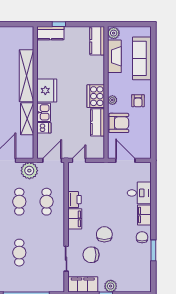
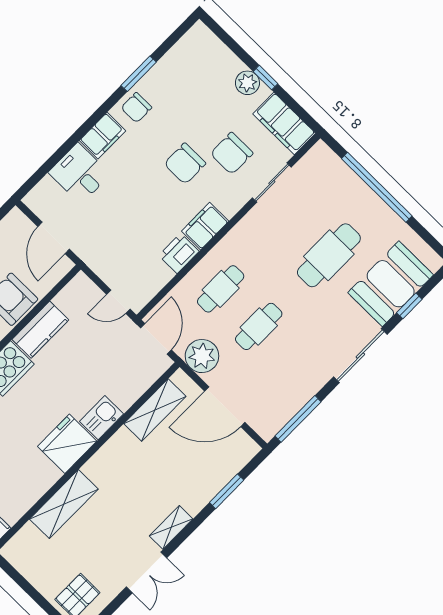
shelving: (26, 76) -> (64, 504), width x0.68
shelving: (27, 119) -> (155, 410), moved
dishwasher: (44, 128) -> (123, 396), removed
door: (52, 160) -> (156, 339), swing flipped
cafe table: (19, 253) -> (329, 255), width x1.37, depth x1.35
chair: (91, 255) -> (232, 153), turned 90

